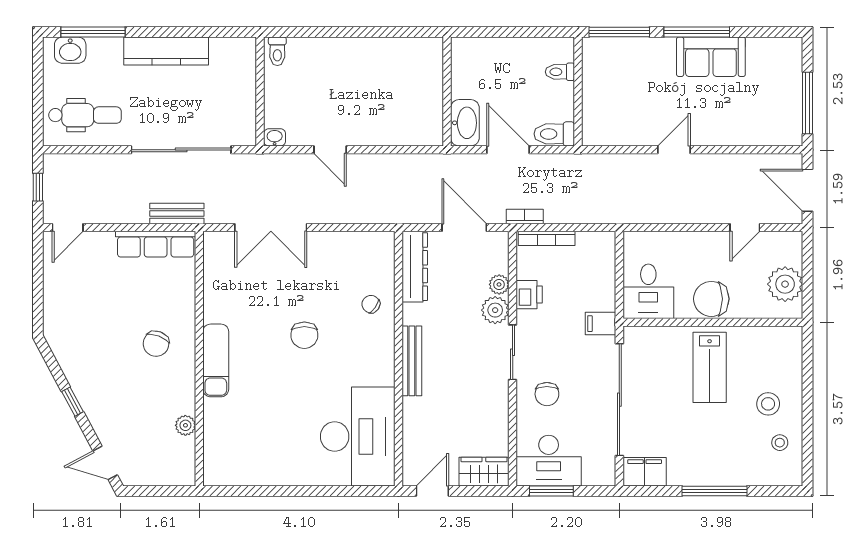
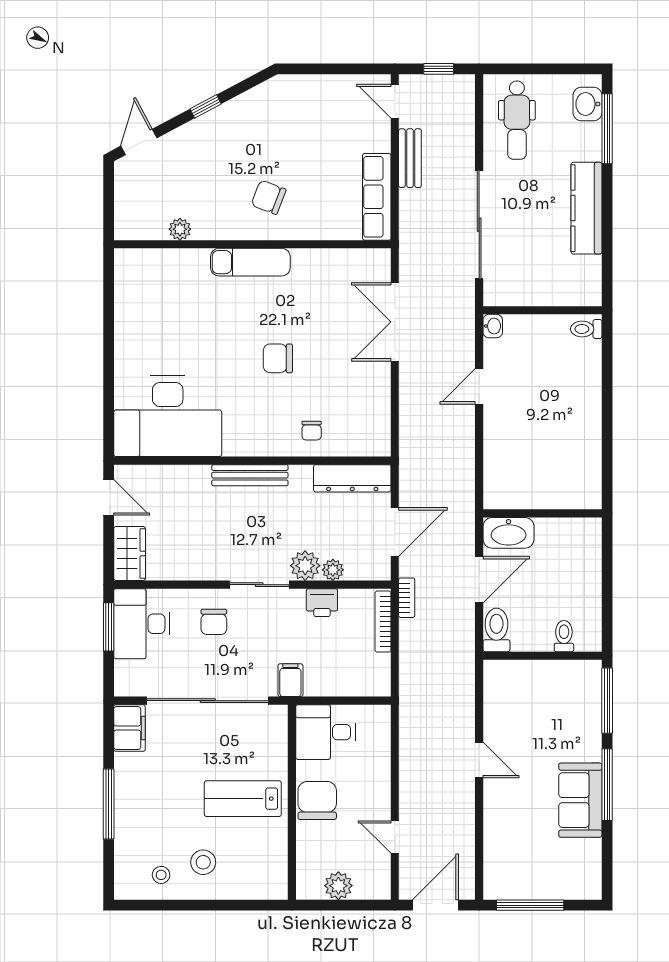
bench: (177, 214) -> (410, 158), moved
plant: (785, 284) -> (338, 886), width x0.73, depth x0.73
chair: (371, 304) -> (312, 431), turned 145
chair: (547, 394) -> (214, 622), turned -90

